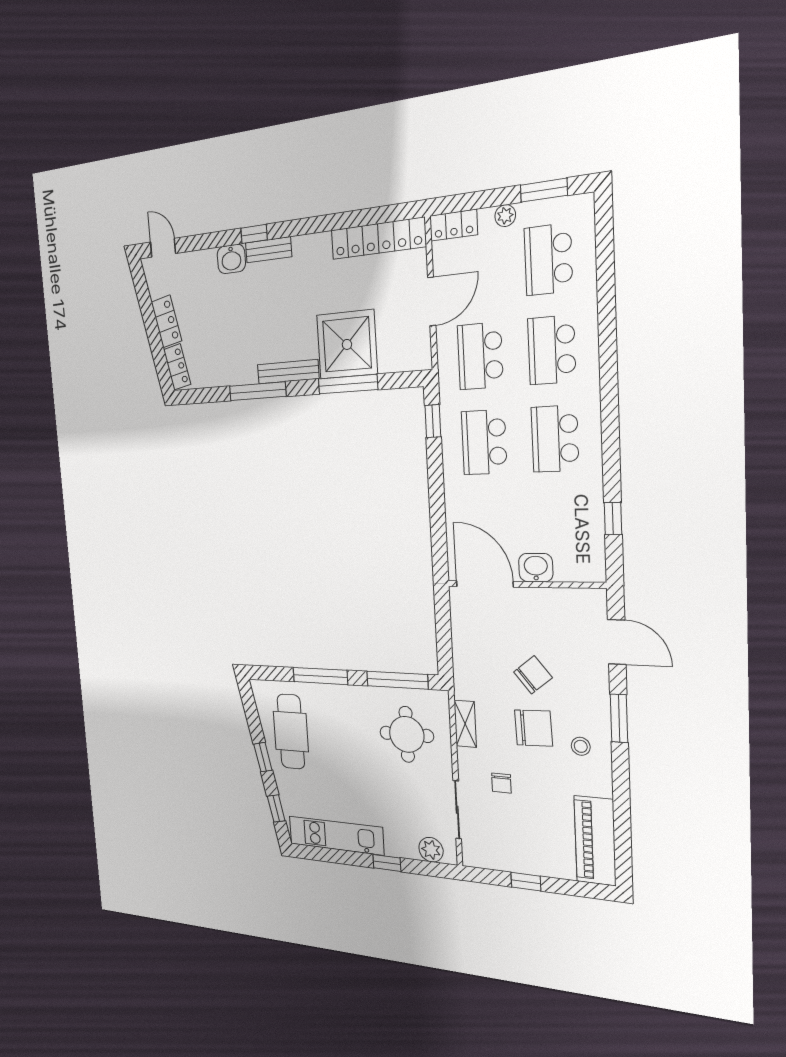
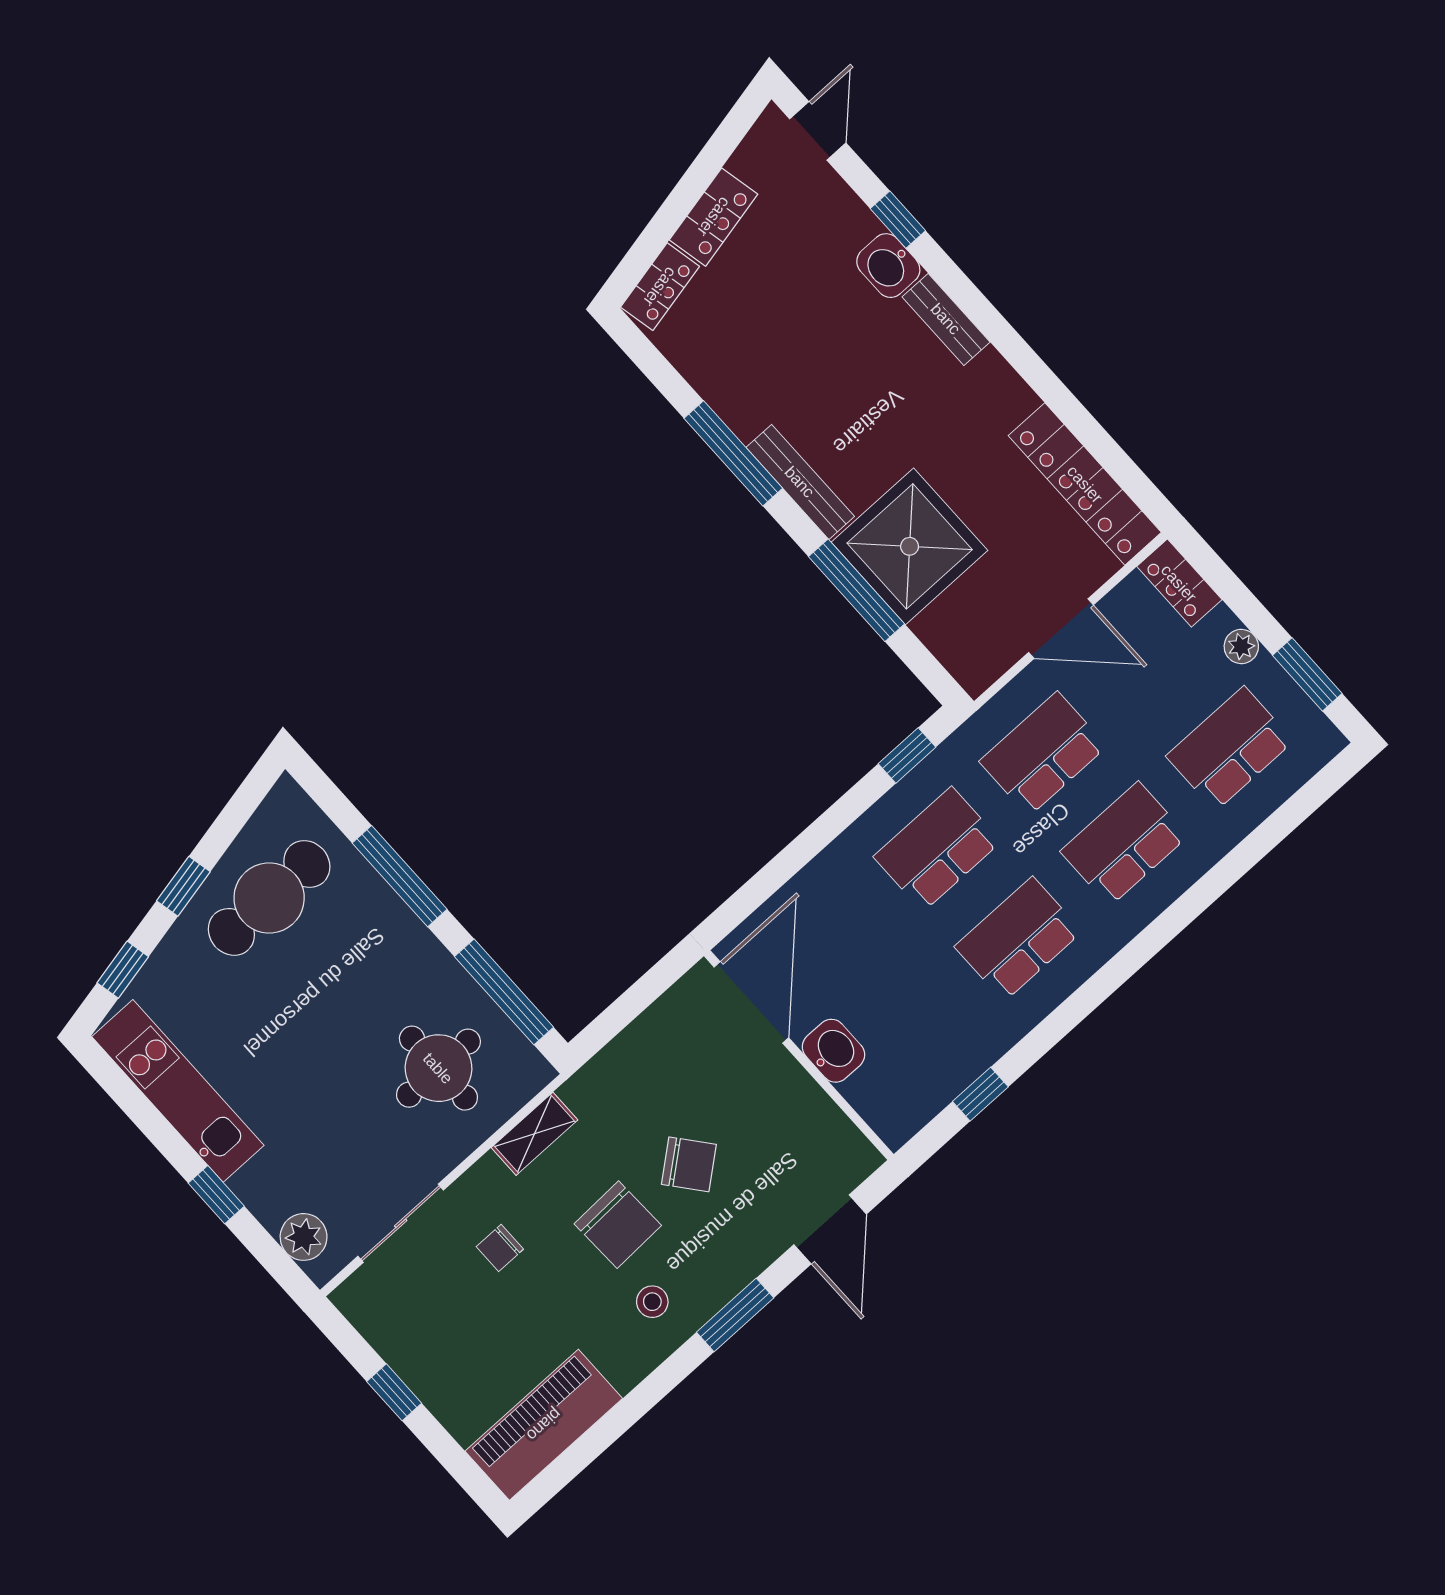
window: (254, 234) -> (898, 220), moved

